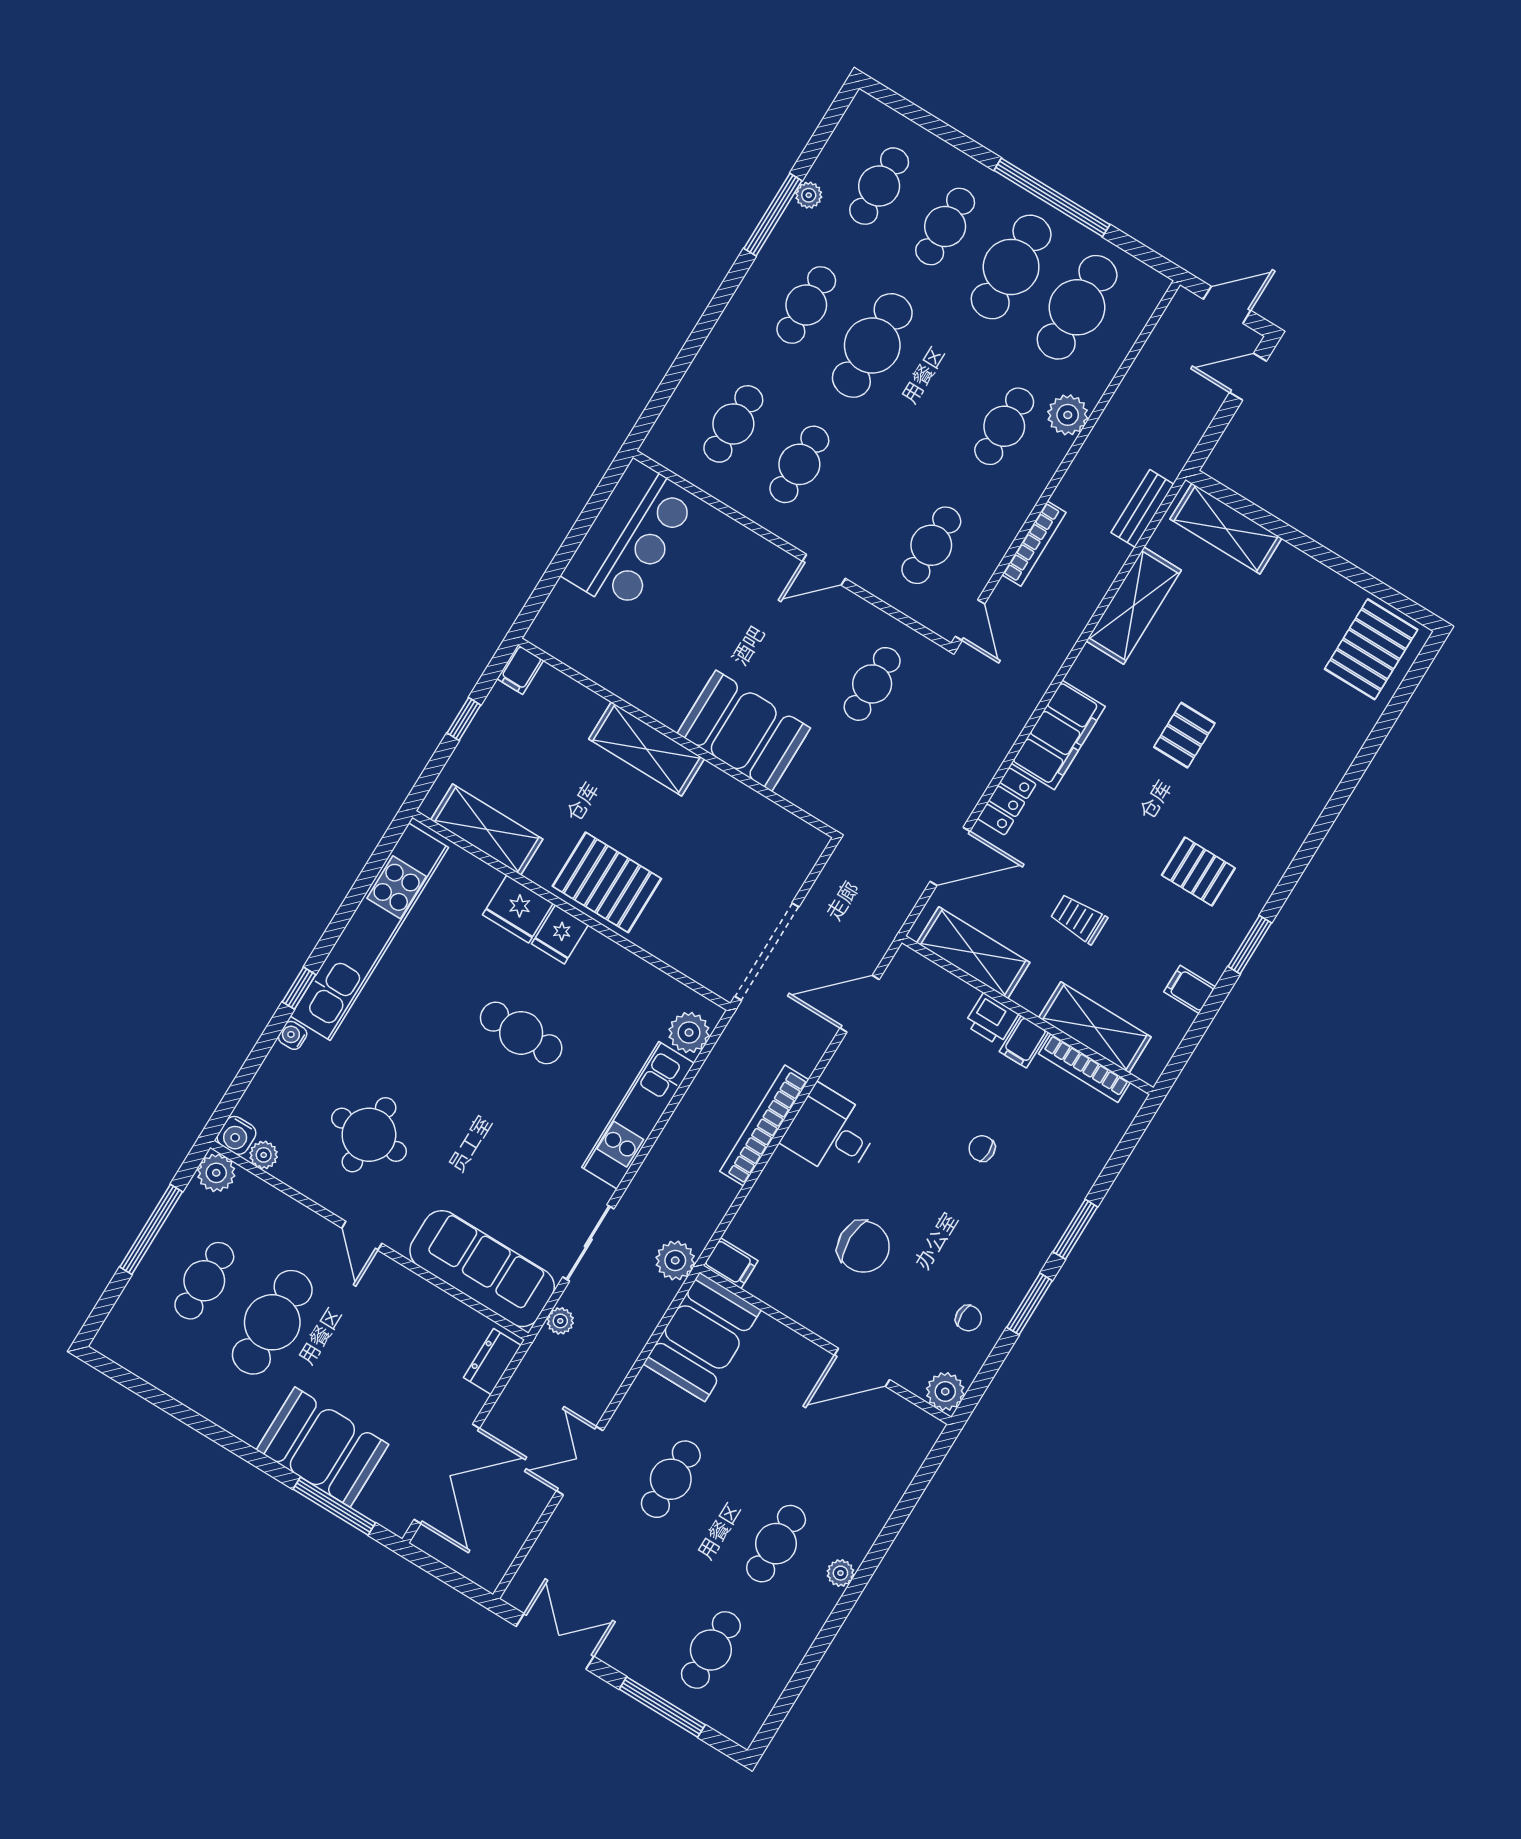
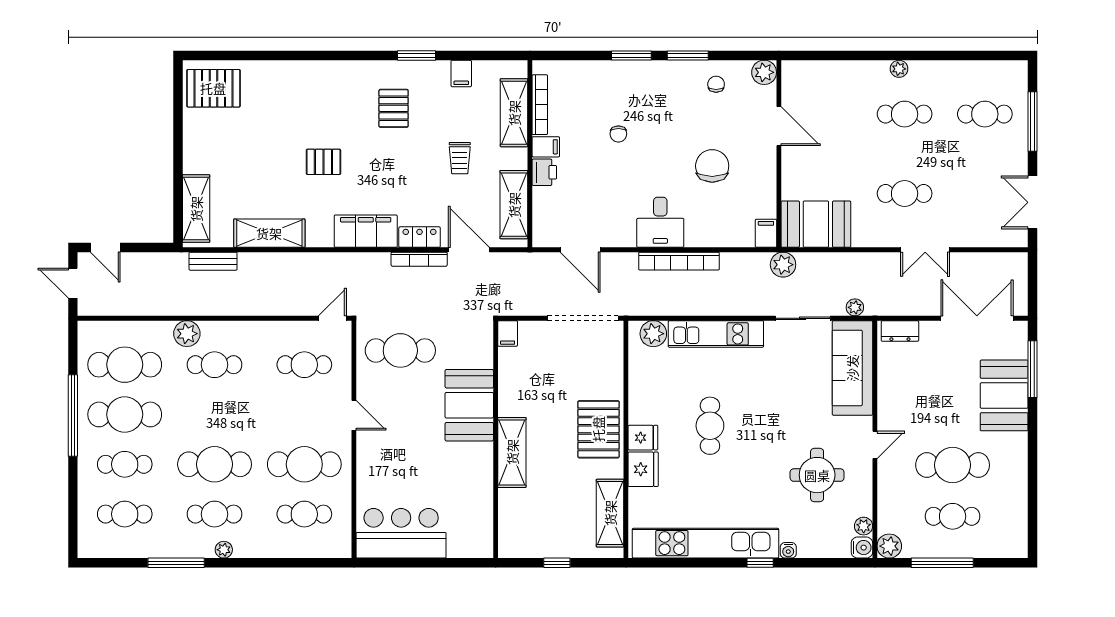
plant: (809, 195) -> (224, 550), moved
cafe table: (799, 464) -> (304, 464), width x1.37, depth x1.35
bookcase: (1034, 544) -> (419, 259), moved, turned 180
filing cabinet: (520, 670) -> (508, 334), moved, turned 90
cafe table: (872, 684) -> (400, 350), width x1.37, depth x1.35

